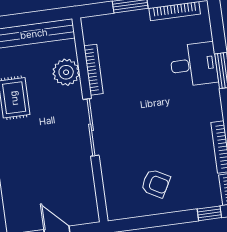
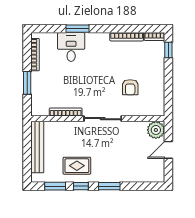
plant: (66, 72) -> (156, 130), moved
armchair: (156, 183) -> (130, 87), moved, turned 151

